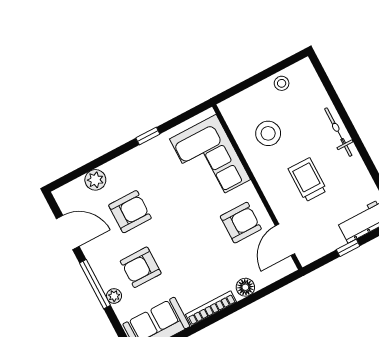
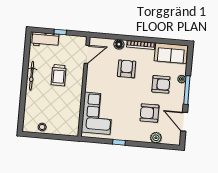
bicycle: (338, 132) -> (32, 76), moved
stool: (268, 133) -> (63, 108), removed
armchair: (241, 223) -> (127, 69), moved, turned 90

